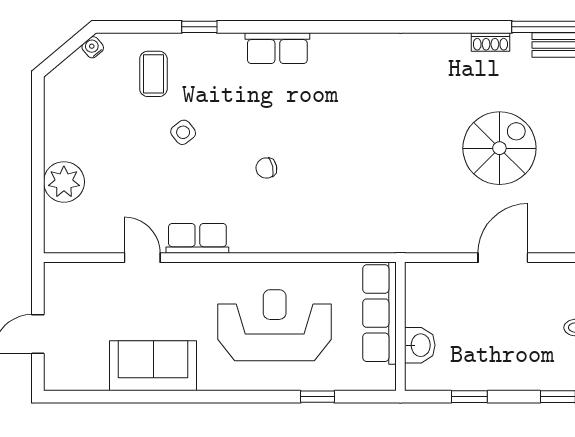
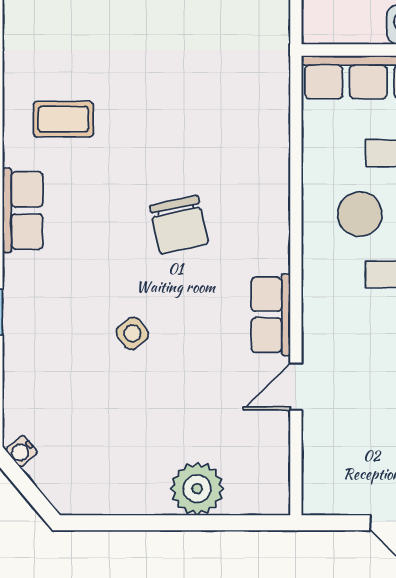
coffee table: (153, 74) -> (63, 119), moved
chair: (266, 168) -> (179, 225), width x1.87, depth x1.87

